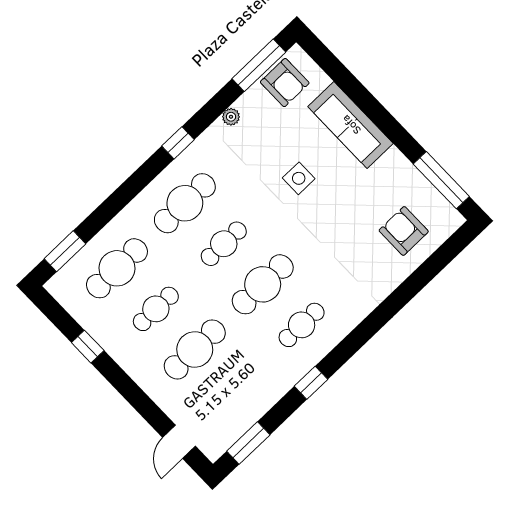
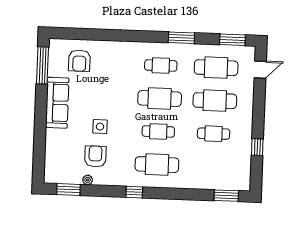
window: (259, 65) -> (68, 190), width x0.69
armchair: (285, 83) -> (95, 156), moved
plant: (231, 117) -> (88, 180), moved
sofa: (351, 125) -> (57, 103), moved
cafe table: (117, 268) -> (216, 68), moved
window: (311, 383) -> (181, 38), width x1.50

